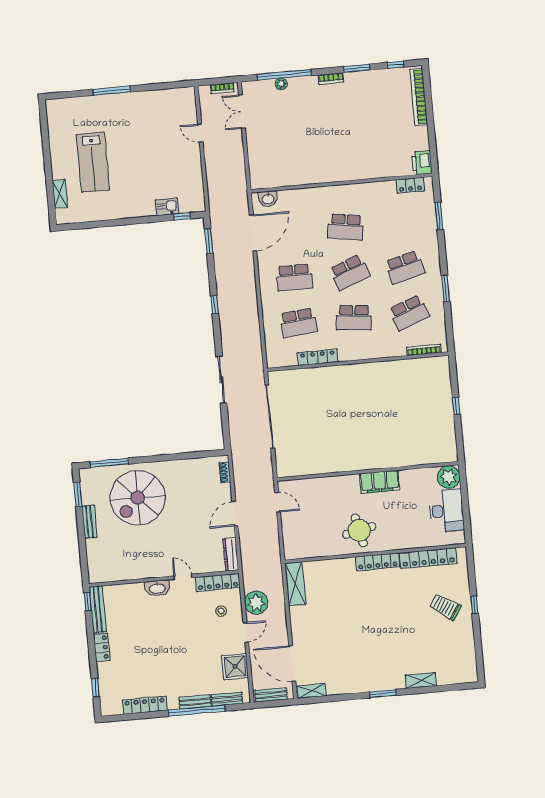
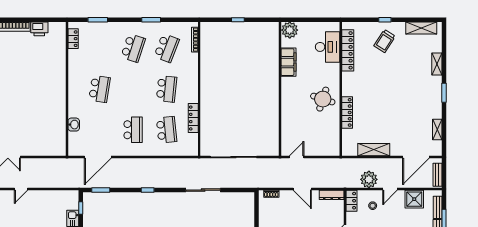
printer: (422, 163) -> (39, 29), moved
washbasin: (268, 199) -> (74, 125), moved
door: (253, 233) -> (98, 157), swing flipped
school desk: (405, 267) -> (133, 48), turned 33
school desk: (350, 272) -> (133, 89), removed
school desk: (409, 313) -> (167, 48), turned 42
filing cabinet: (380, 482) -> (288, 62), moved
desk: (446, 511) -> (328, 47), moved, turned 90
round table: (359, 530) -> (323, 99), turned 30
locker: (378, 562) -> (347, 112), moved
locker: (218, 582) -> (351, 201), width x0.66
shelving: (295, 584) -> (374, 150), moved
door: (246, 632) -> (390, 189), swing flipped
shelving: (468, 655) -> (421, 28), added
shelving: (312, 691) -> (437, 130), moved

